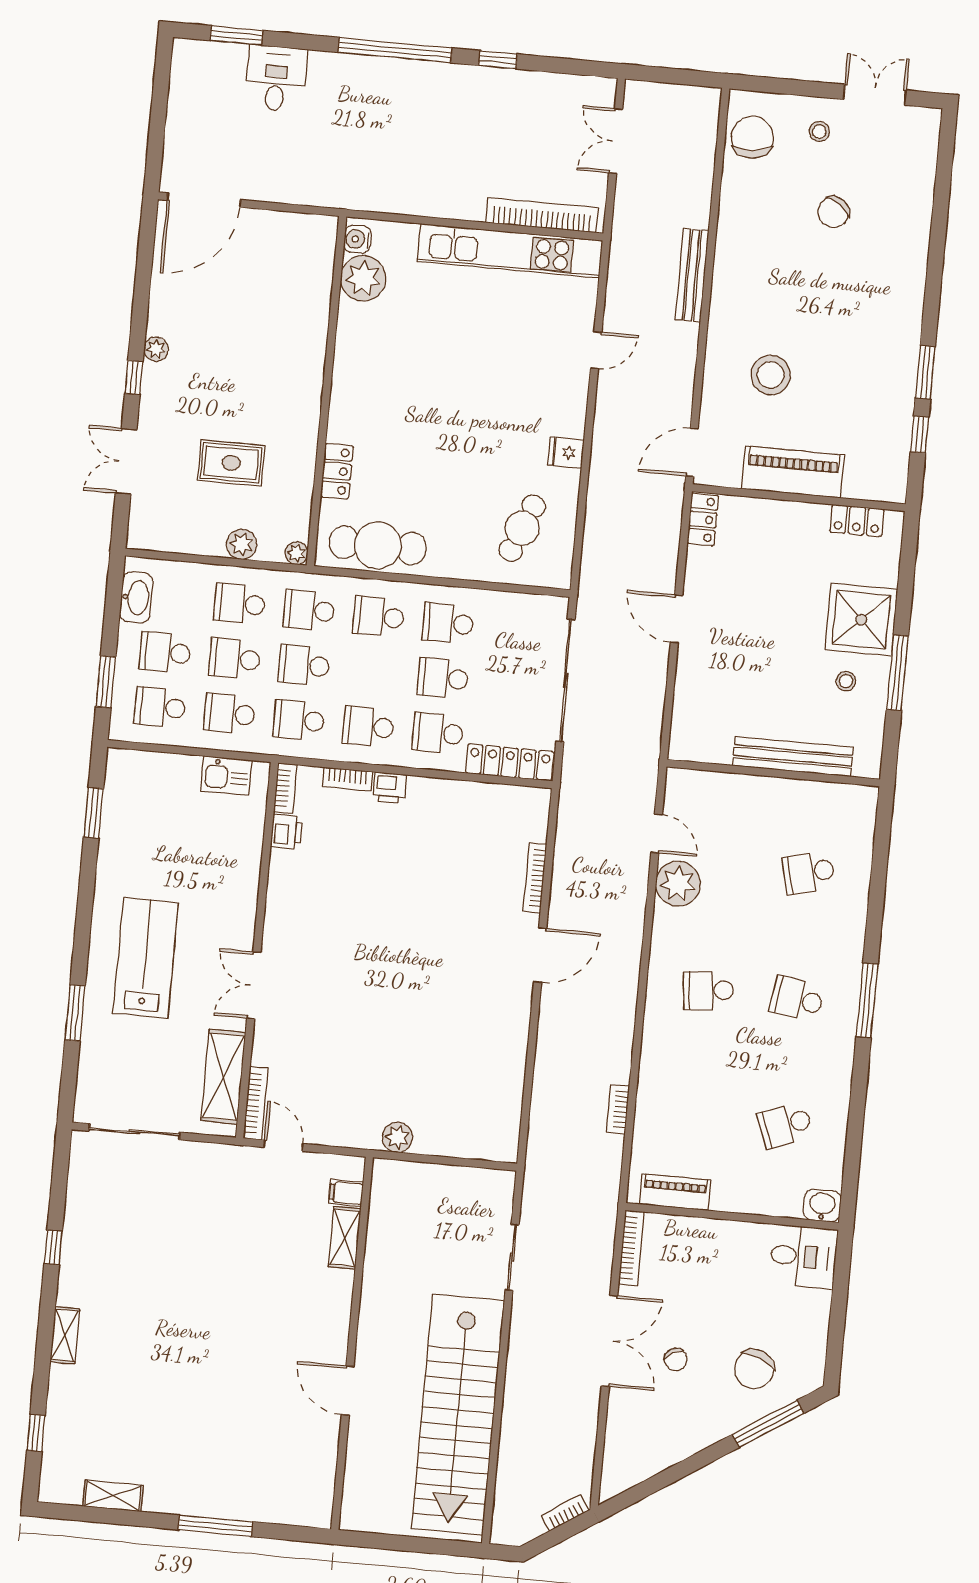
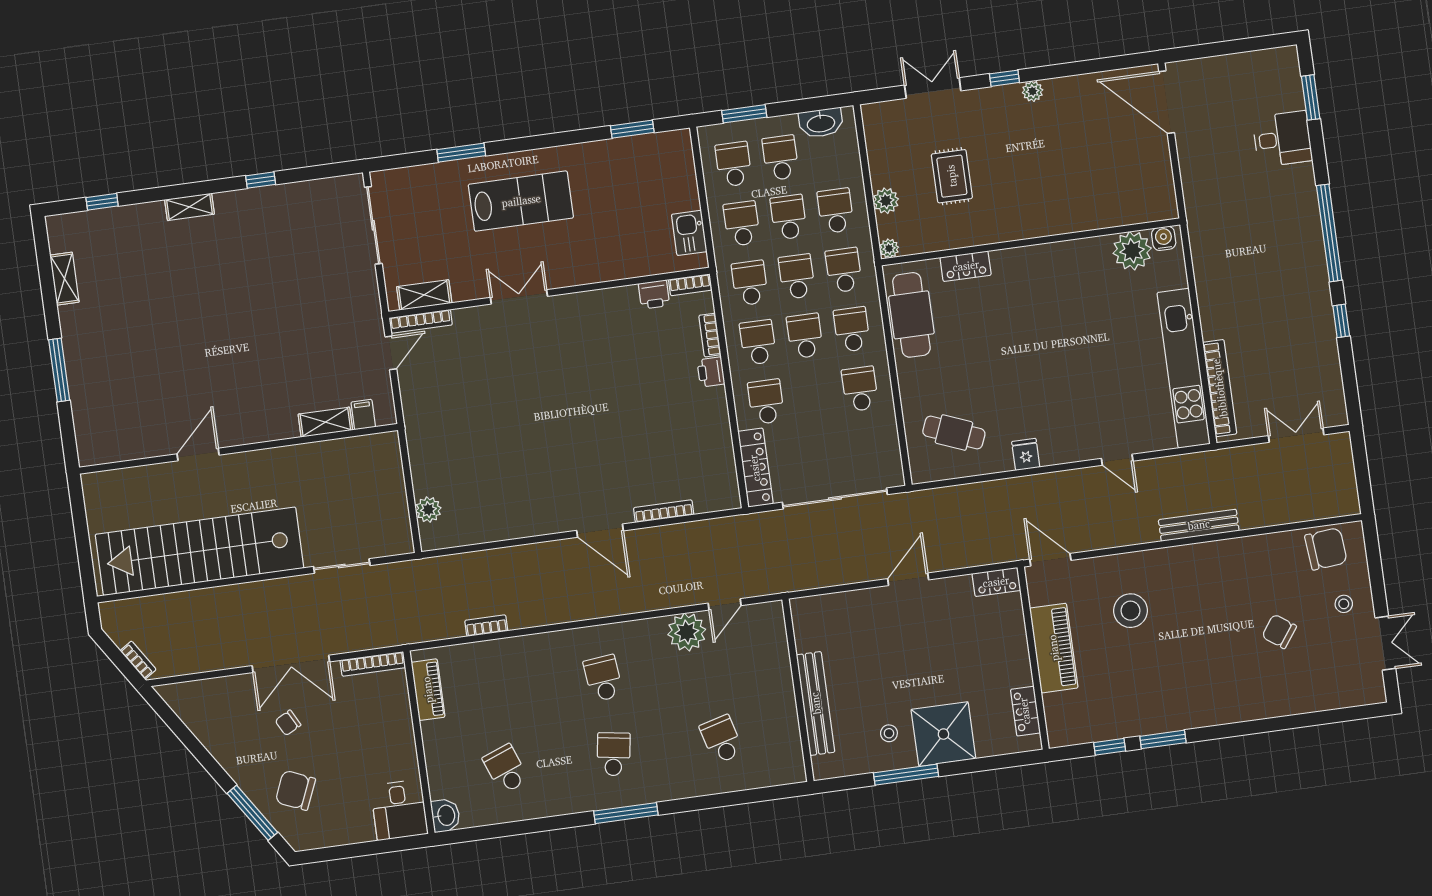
school desk: (443, 678) -> (805, 336), moved
shelving: (223, 1077) -> (424, 295), width x0.67, depth x0.75
plant: (397, 1137) -> (428, 510), moved

